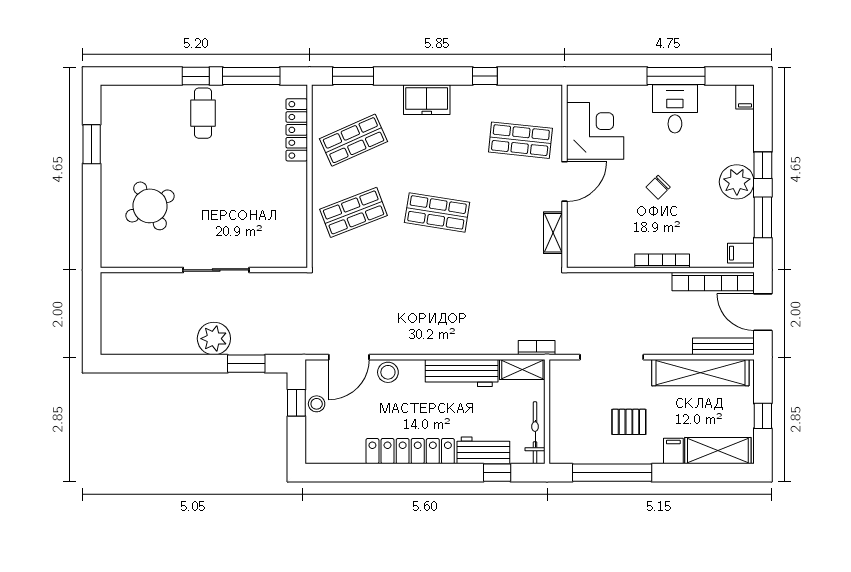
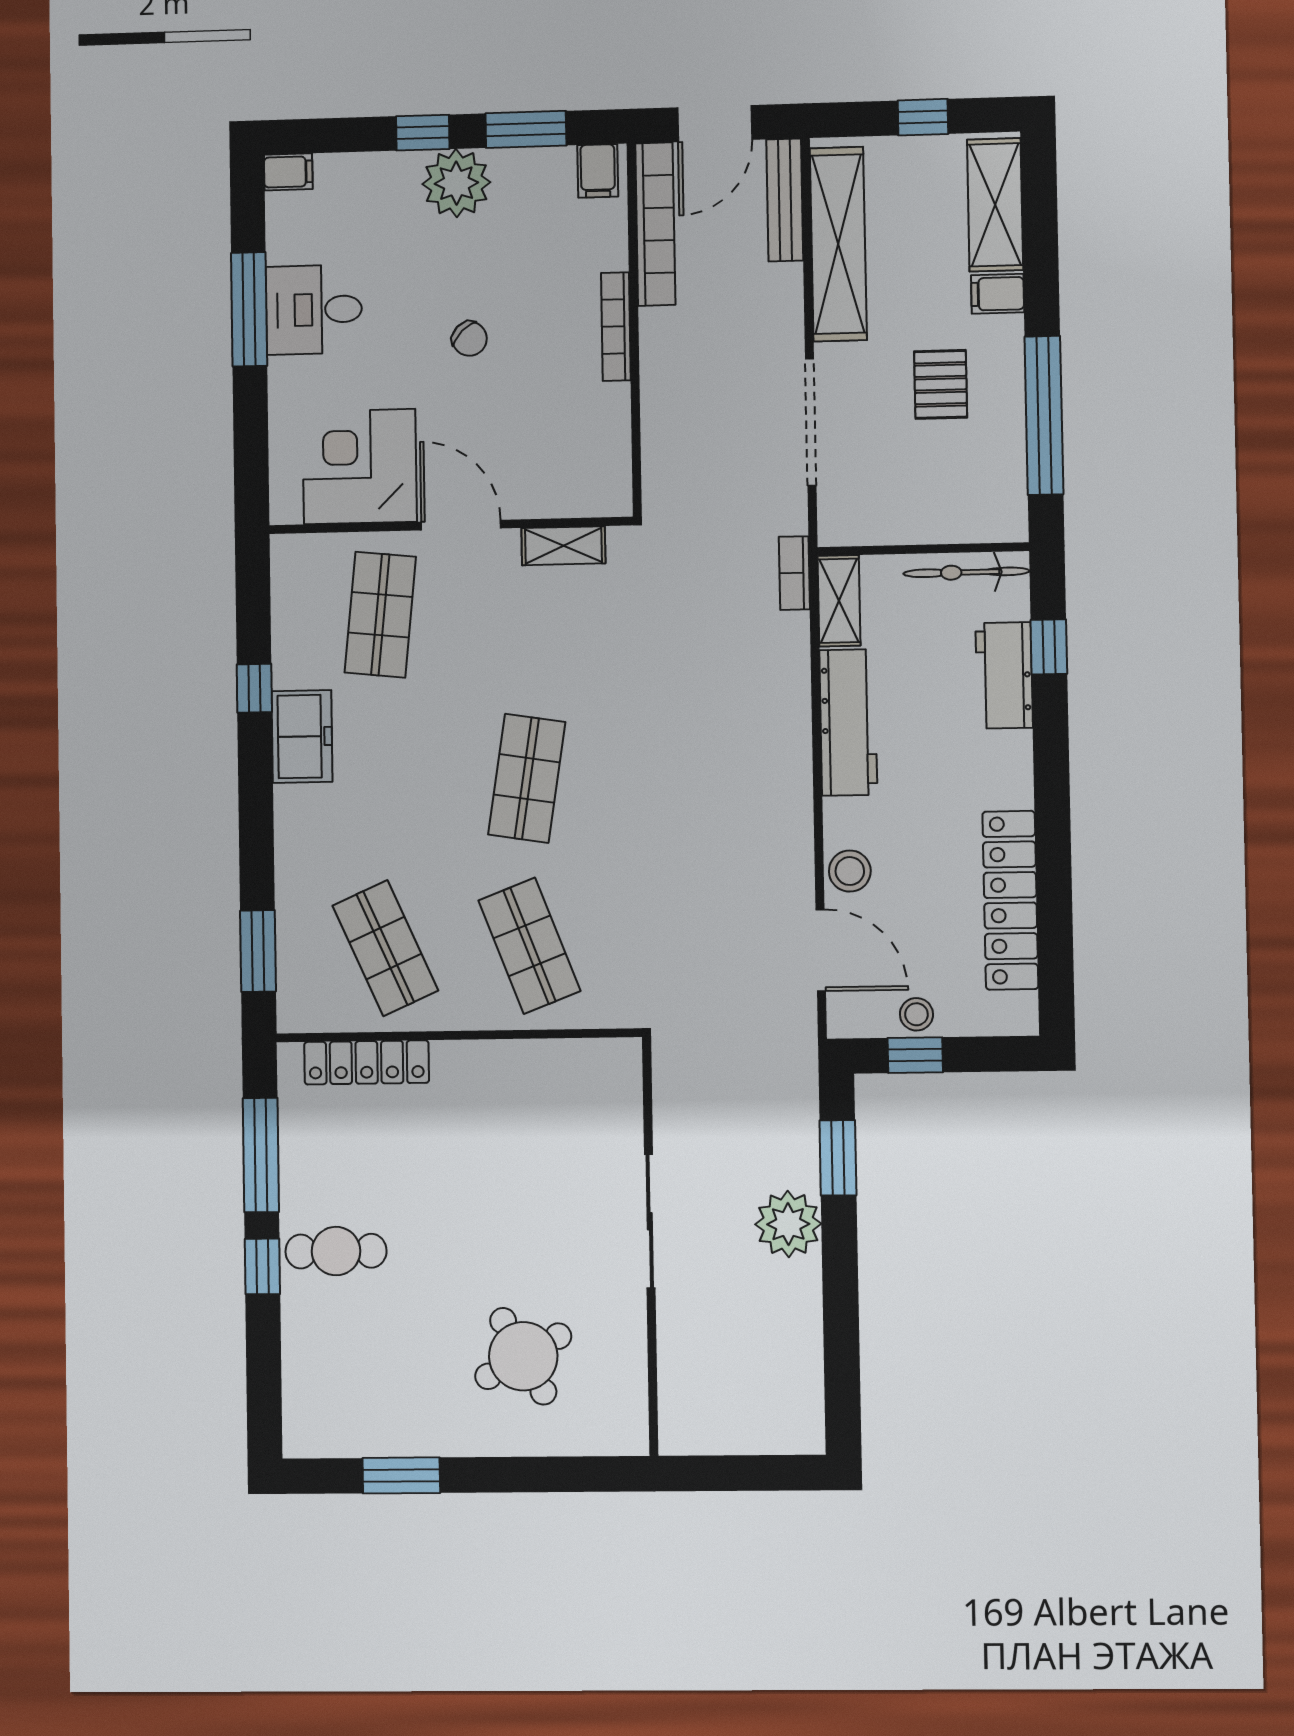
freezer: (427, 100) -> (302, 736), moved
locker: (410, 451) -> (1010, 900), moved

